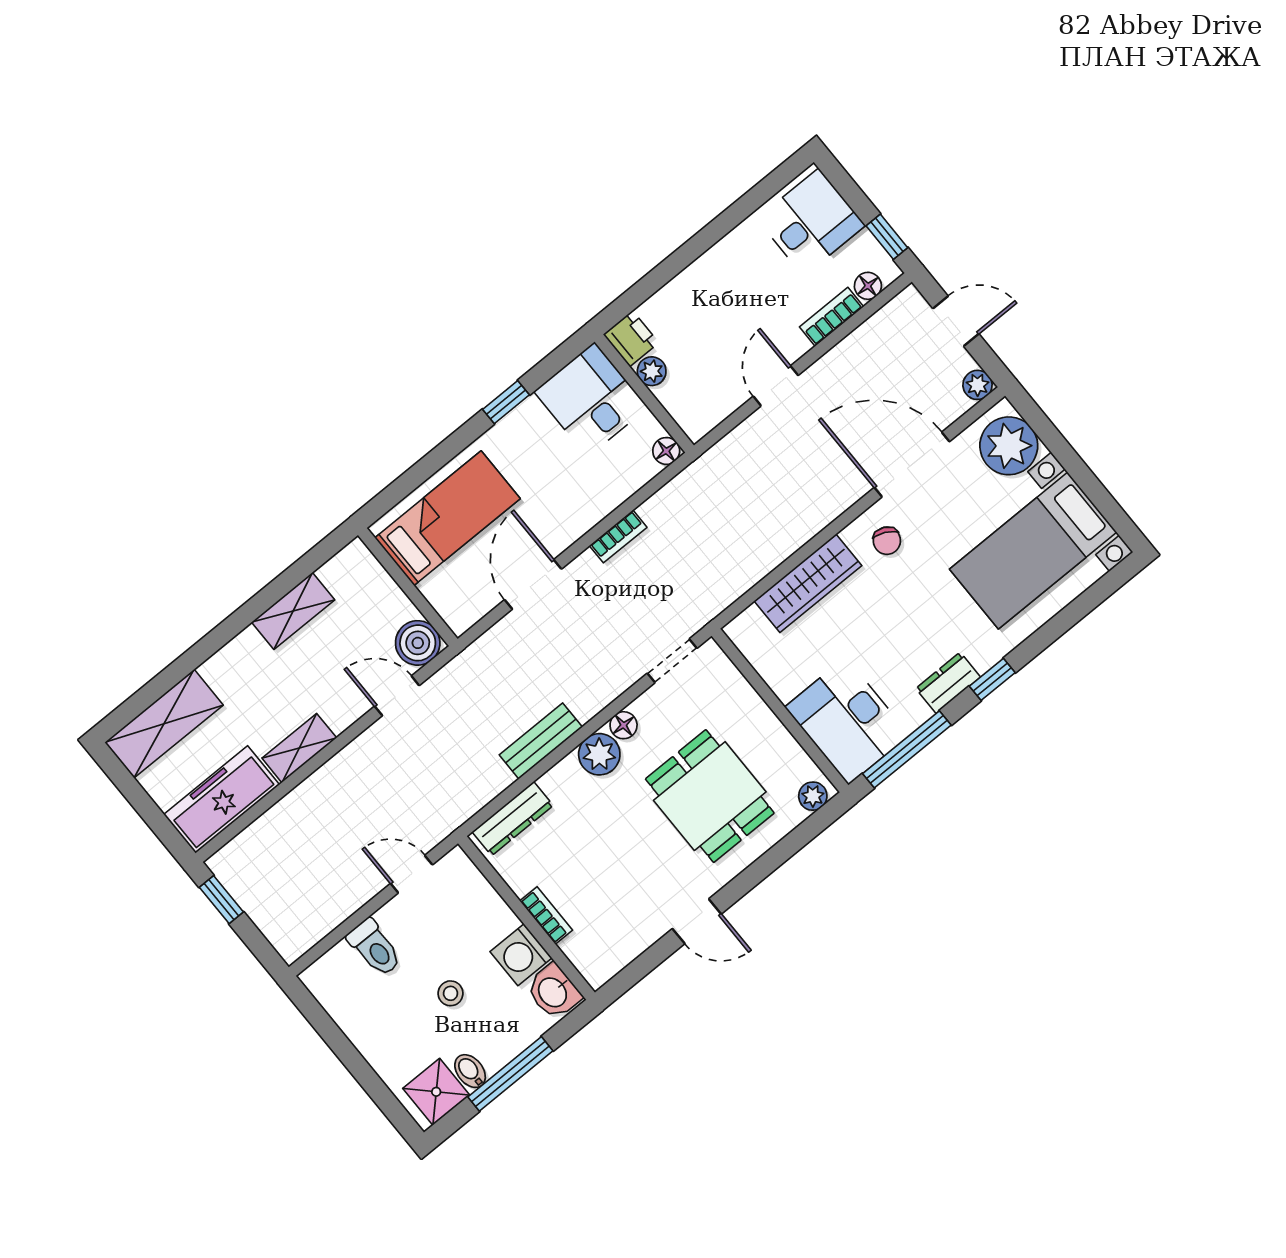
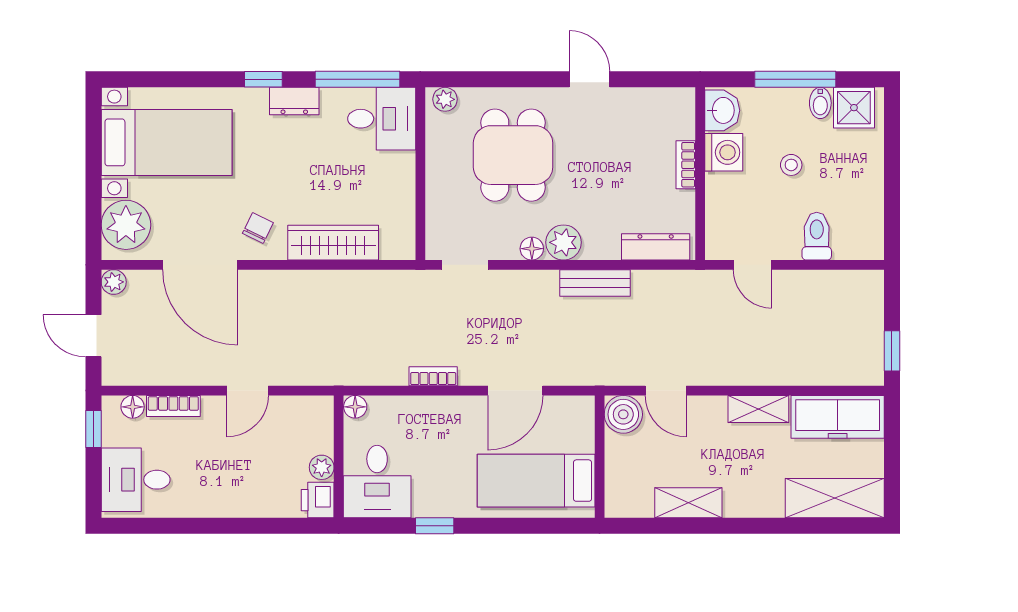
desk: (847, 721) -> (382, 119), width x0.73

